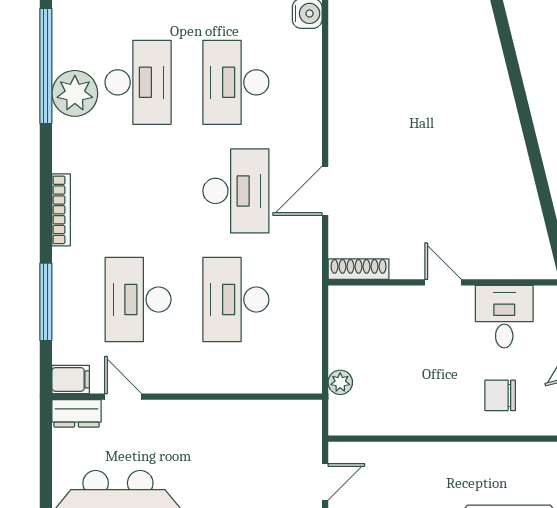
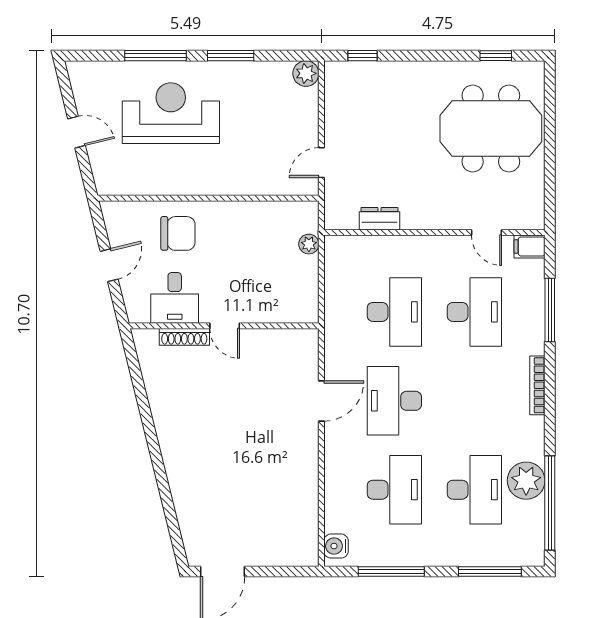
desk: (138, 82) -> (474, 490), turned 180
shoe rack: (359, 269) -> (184, 337), moved
chair: (500, 395) -> (178, 233), width x1.37, depth x1.37
dresser: (76, 413) -> (379, 219), moved

